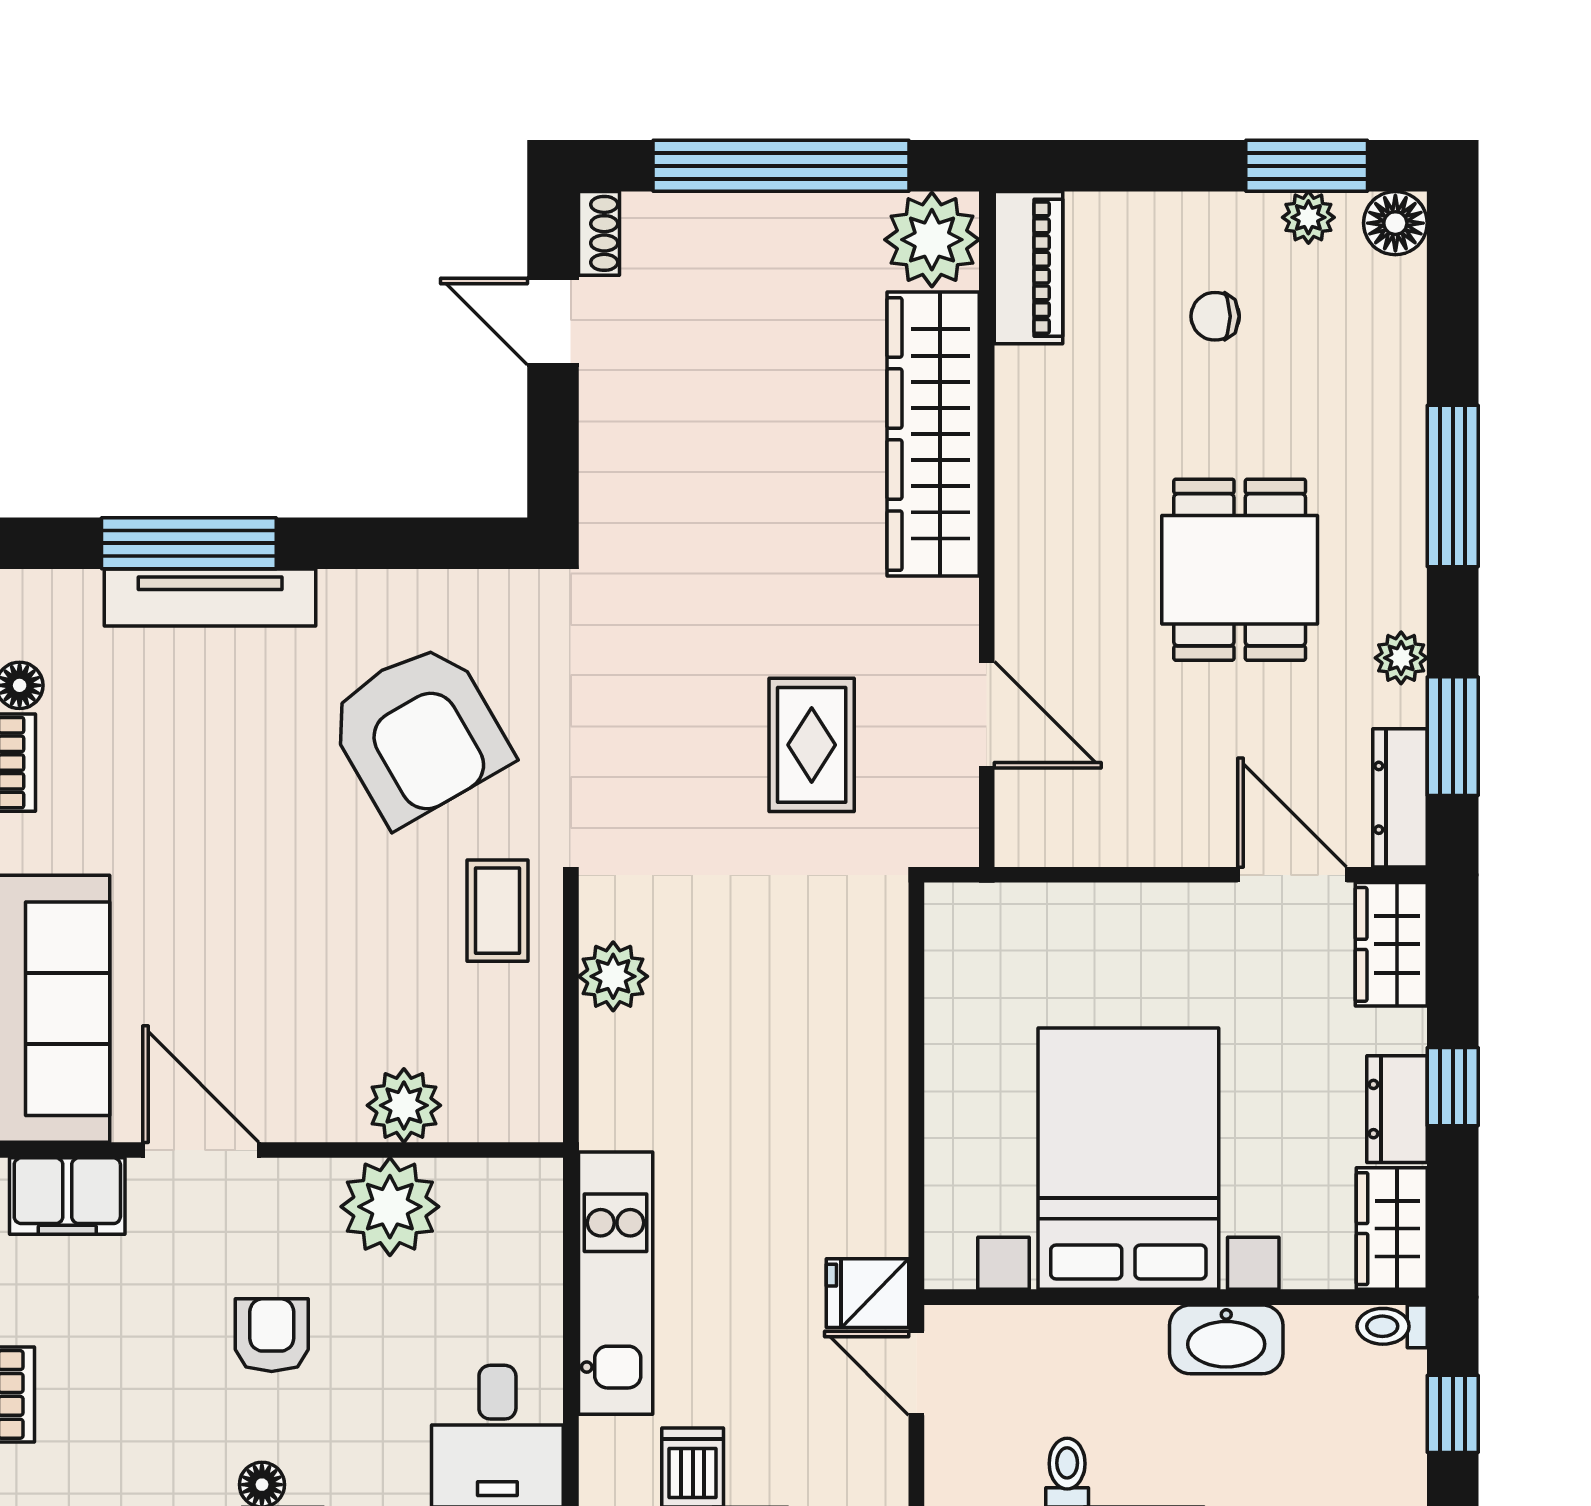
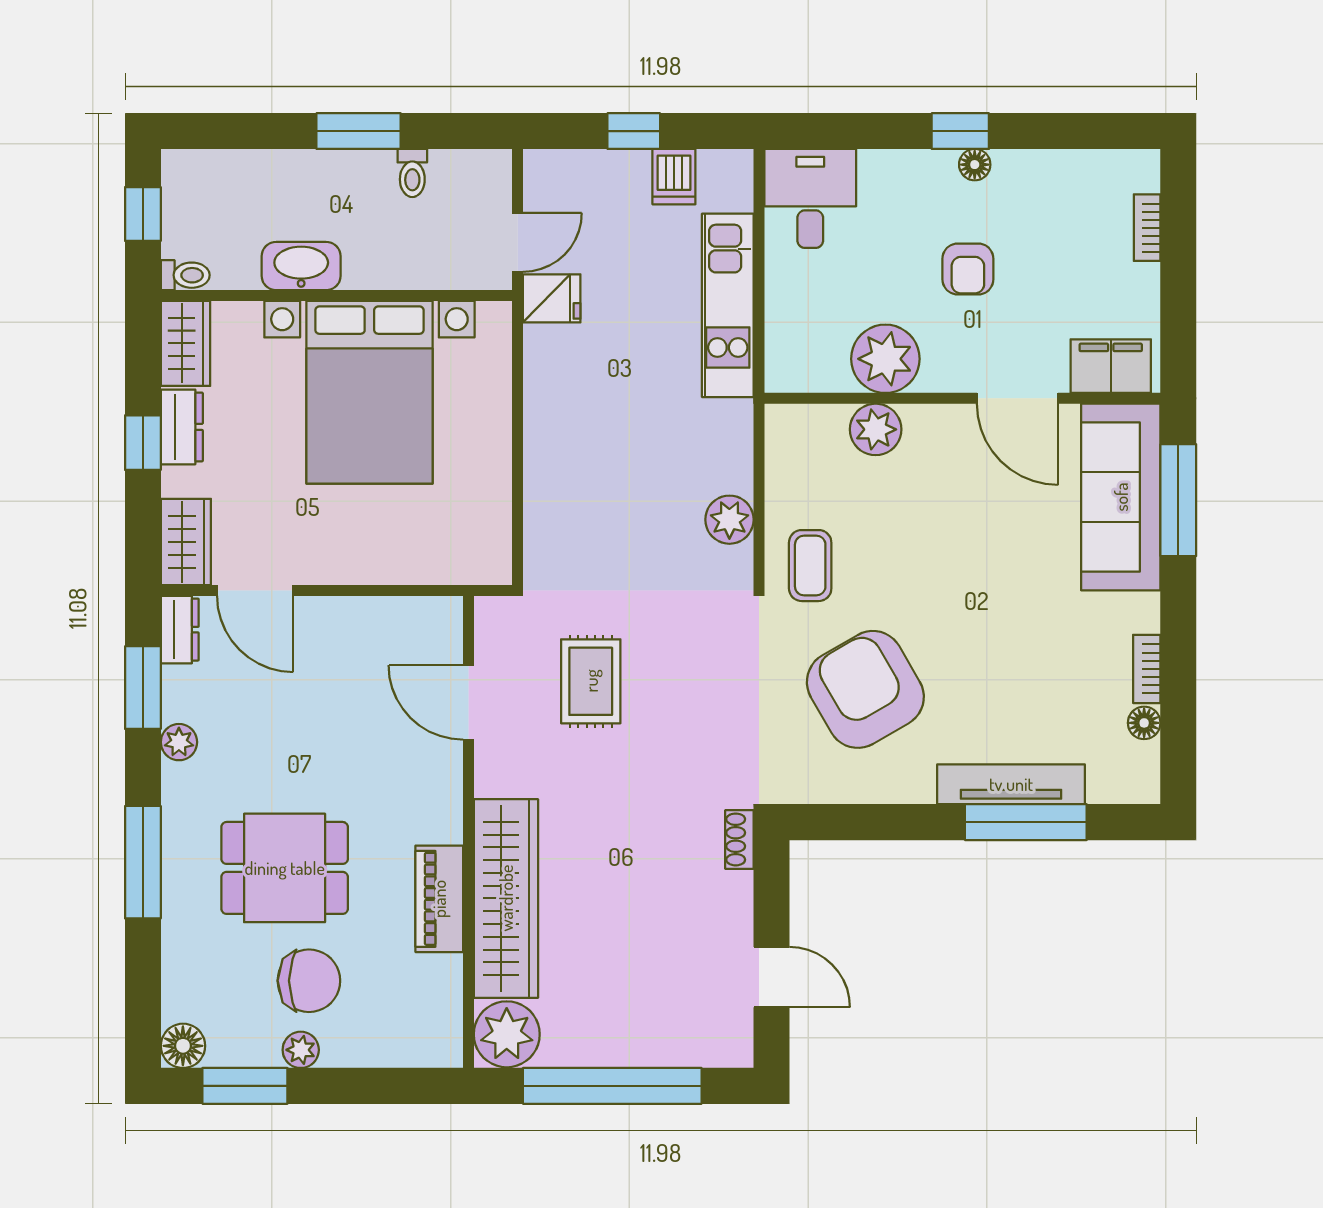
plant: (1308, 217) -> (301, 1050), moved
shoe rack: (599, 233) -> (739, 839), moved
piano: (1029, 268) -> (439, 899), moved
chair: (1215, 316) -> (309, 981), width x1.87, depth x1.87
dining table: (1240, 570) -> (285, 868), moved, turned 90
dresser: (1400, 798) -> (180, 630), width x0.70
door: (916, 1373) -> (518, 242), hinge flipped

